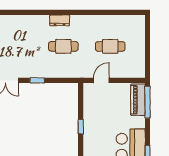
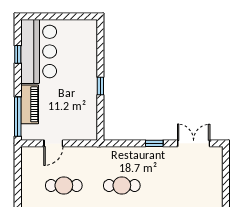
door: (101, 80) -> (53, 143), moved
piano: (138, 100) -> (30, 104), moved

